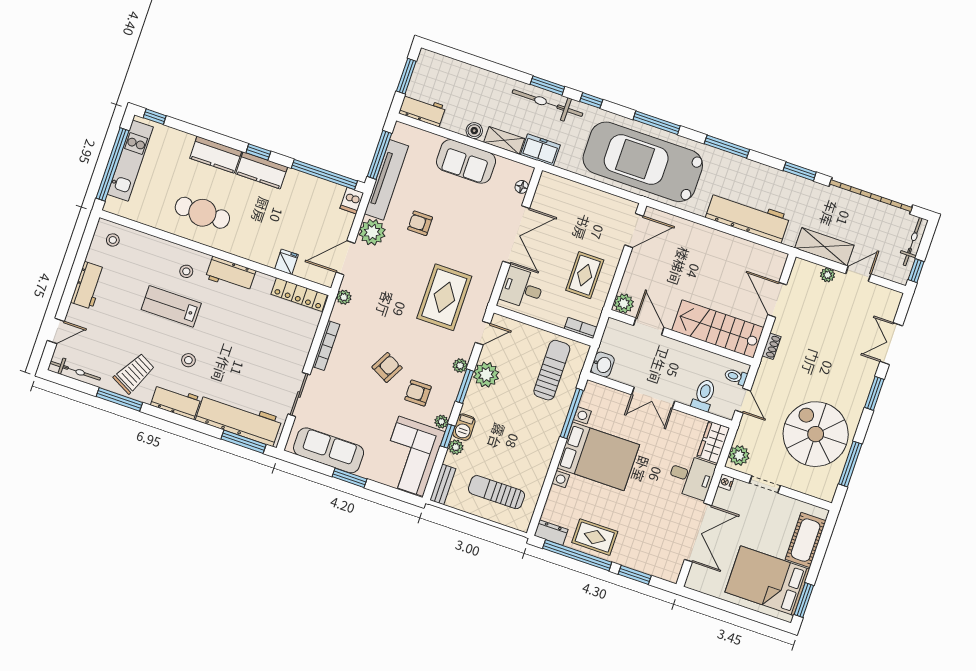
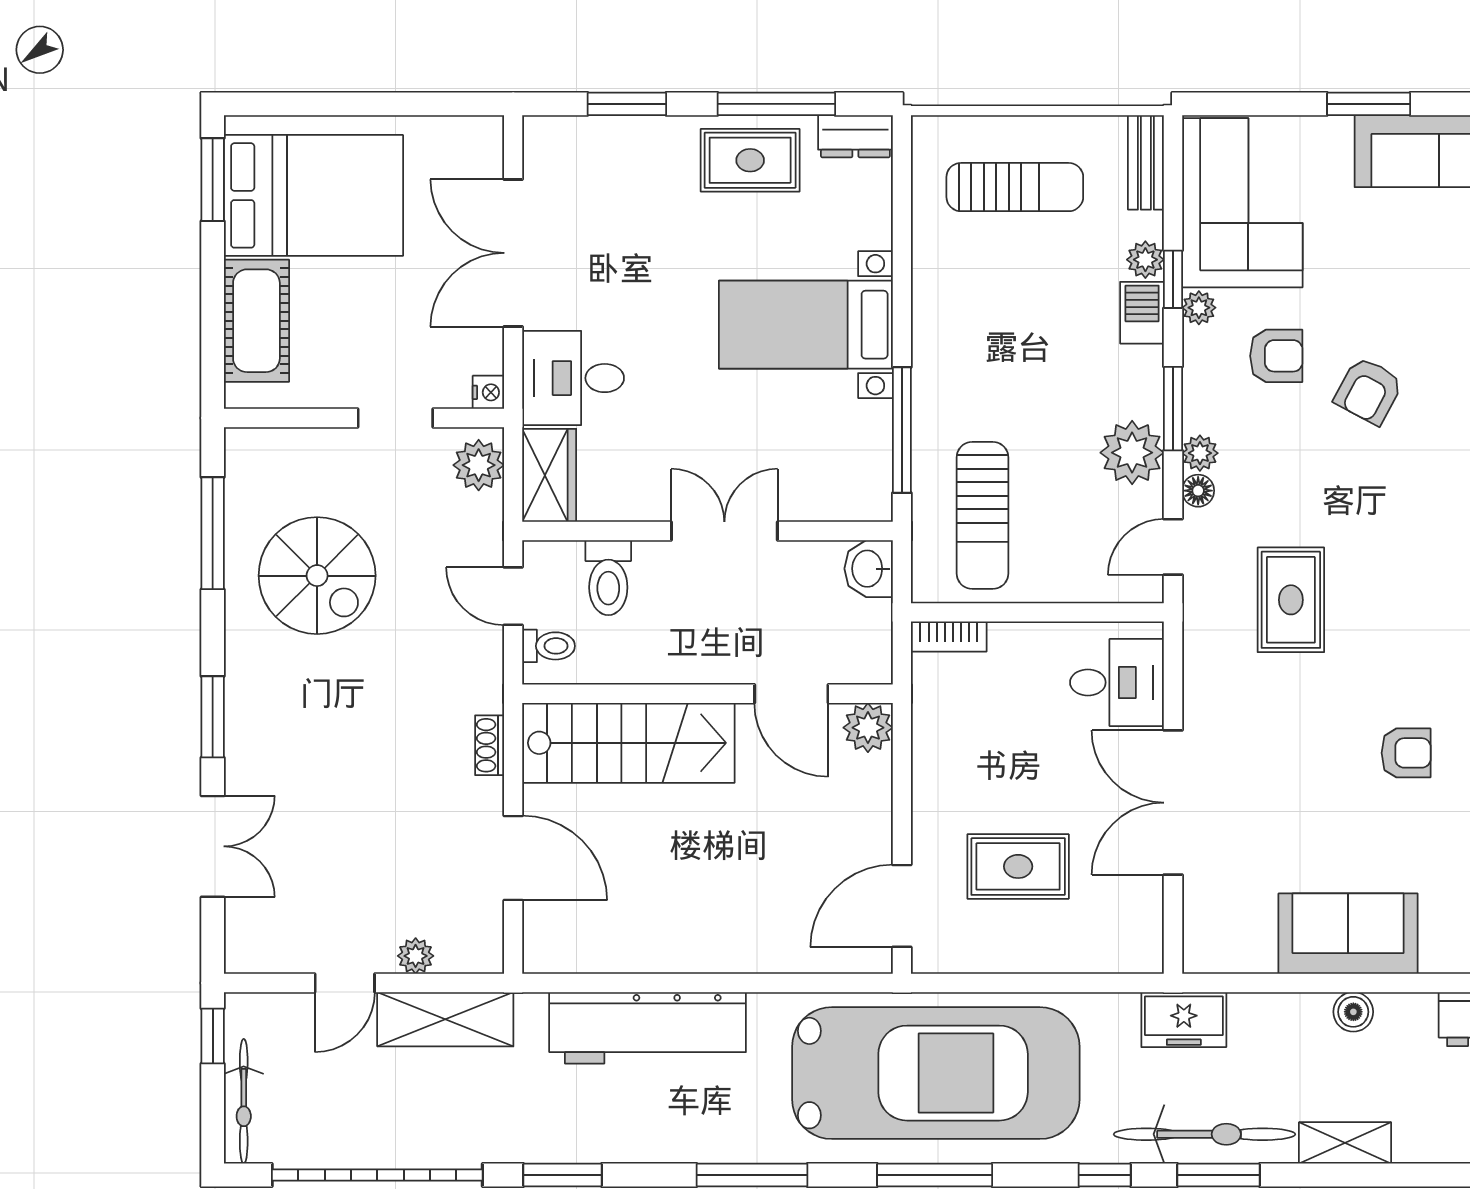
shelving: (504, 140) -> (1345, 1143), moved
floor lamp: (522, 187) -> (1198, 491), moved
rug: (585, 275) -> (1018, 866), moved, turned 90
rug: (444, 297) -> (1291, 600), width x0.73, depth x0.70
spiral stairs: (816, 434) -> (317, 576), width x0.73, depth x0.73
bed with nightstands: (598, 456) -> (806, 325), width x0.73
window: (577, 555) -> (776, 104), width x0.68

